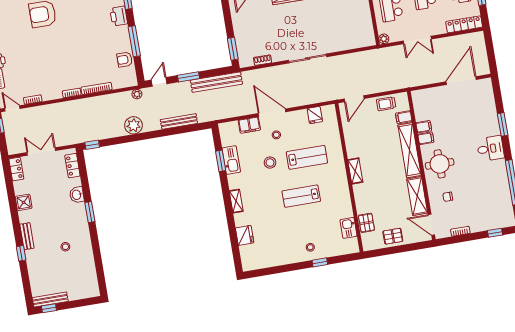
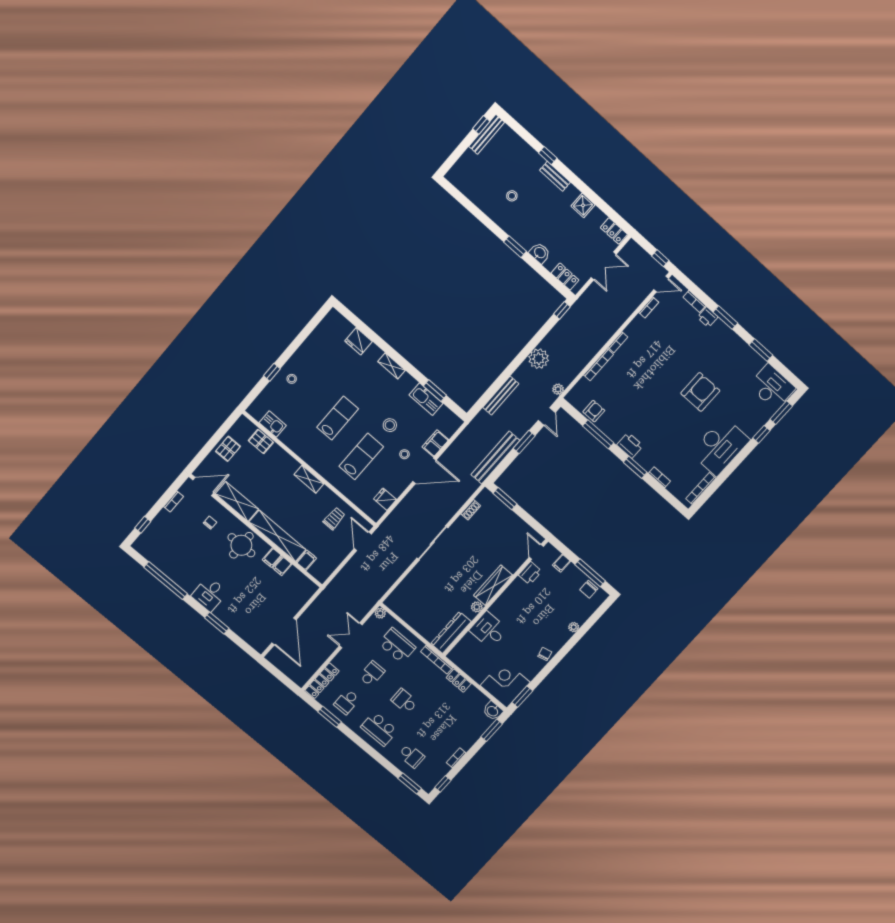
trolley: (386, 104) -> (334, 519), moved
lab bench: (307, 157) -> (361, 456), turned 180

